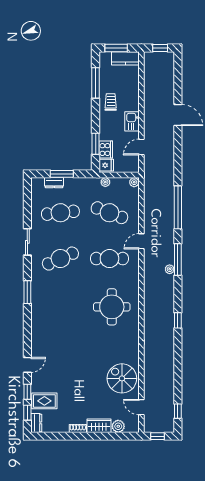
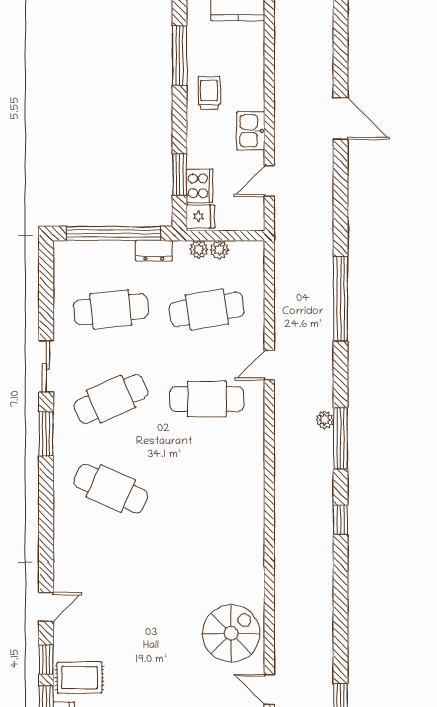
window: (62, 174) -> (113, 233), width x2.11
plant: (134, 182) -> (219, 250), moved
dresser: (54, 183) -> (154, 251), moved
cafe table: (109, 213) -> (207, 309), turned -30
window: (178, 259) -> (341, 438), moved
window: (27, 292) -> (46, 434), moved
cafe table: (60, 304) -> (111, 489), added
round table: (112, 307) -> (211, 494), removed
spiral stairs: (122, 378) -> (231, 633), turned 90

